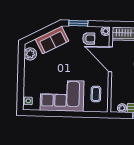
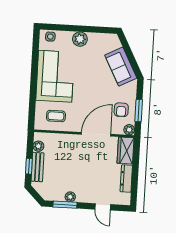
window: (78, 23) -> (139, 111), moved
plant: (30, 54) -> (80, 39), moved

